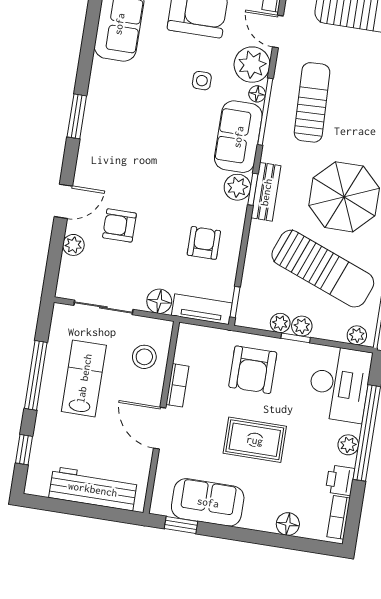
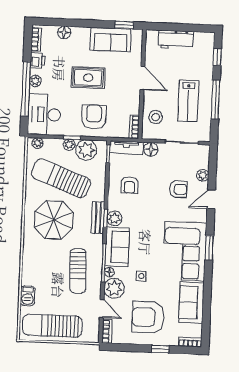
corner sofa: (121, 115) -> (185, 251), added
plant: (280, 323) -> (86, 150), width x1.87, depth x1.87
bookcase: (177, 385) -> (134, 127), moved
workbench: (93, 489) -> (176, 40), width x0.73

